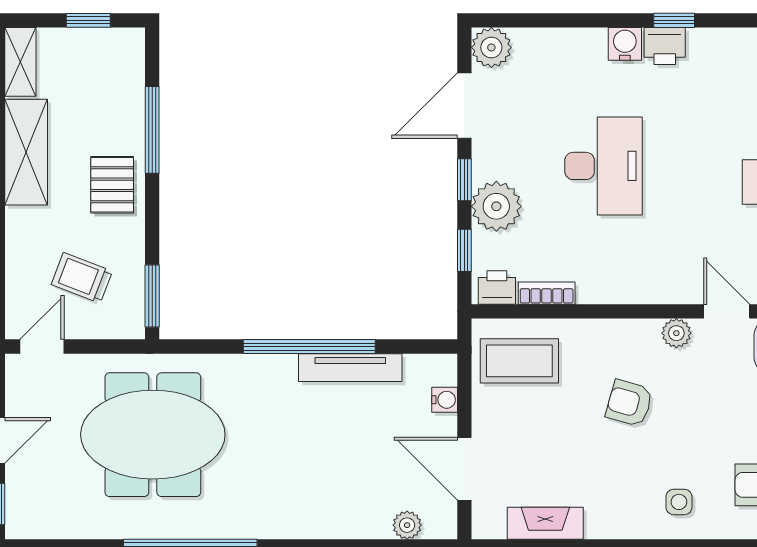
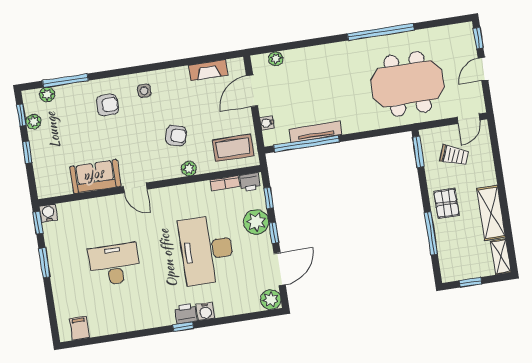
desk: (603, 166) -> (207, 250), width x1.36, depth x1.30
plant: (676, 333) -> (189, 169), moved
window: (309, 347) -> (306, 144), moved
door: (464, 469) -> (252, 91), swing flipped

